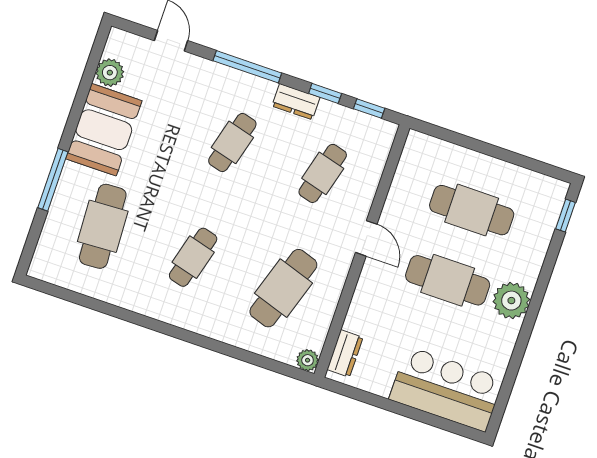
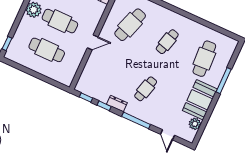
cafe table: (323, 173) -> (109, 72), removed
door: (366, 238) -> (93, 42), swing flipped

